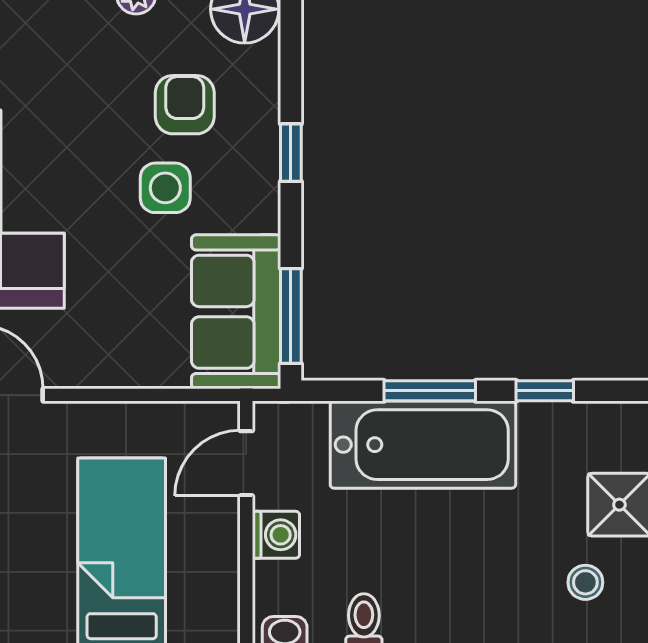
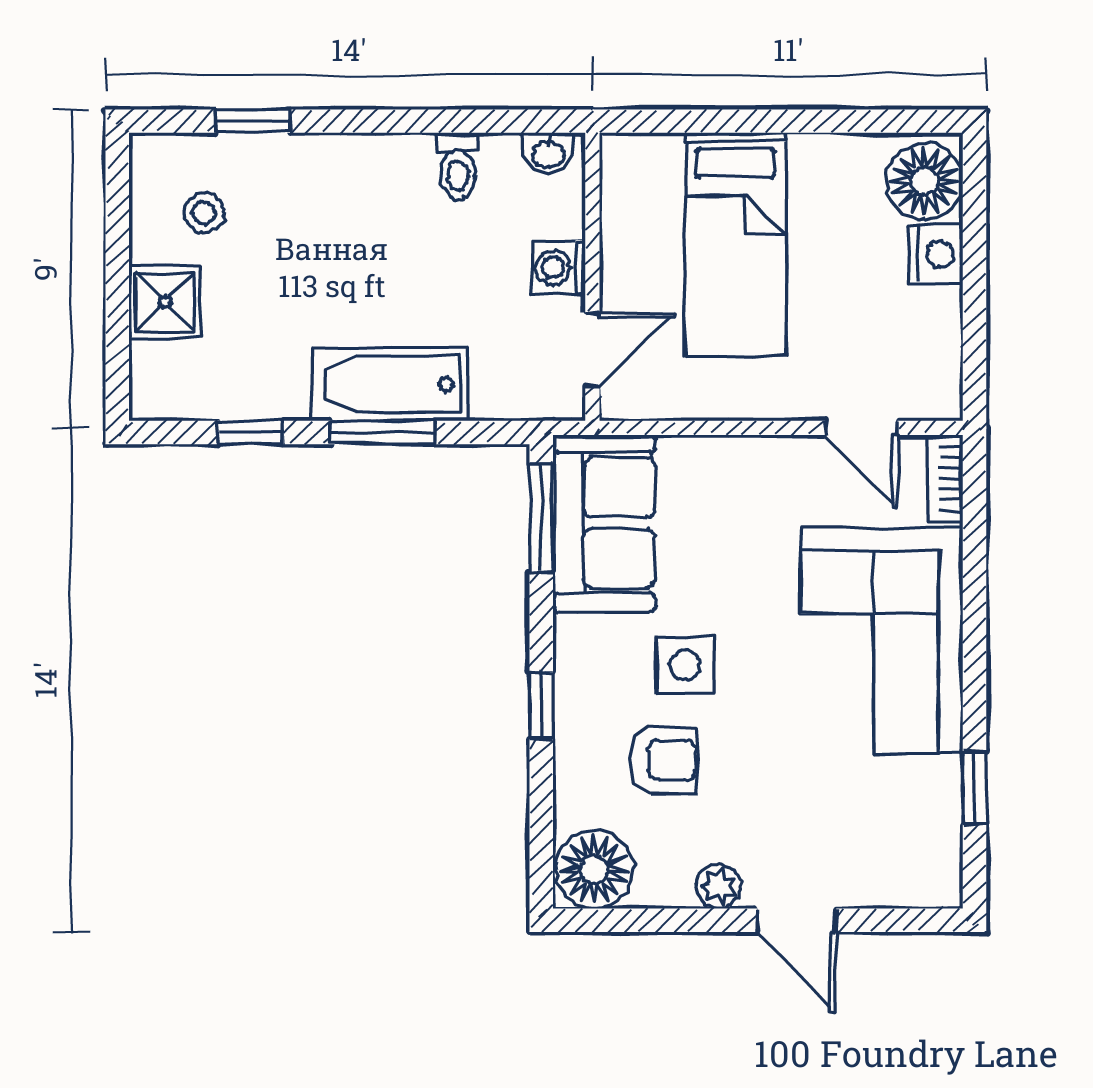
armchair: (185, 105) -> (663, 760), turned -90
bathtub: (423, 445) -> (390, 384), width x0.73, depth x0.73

